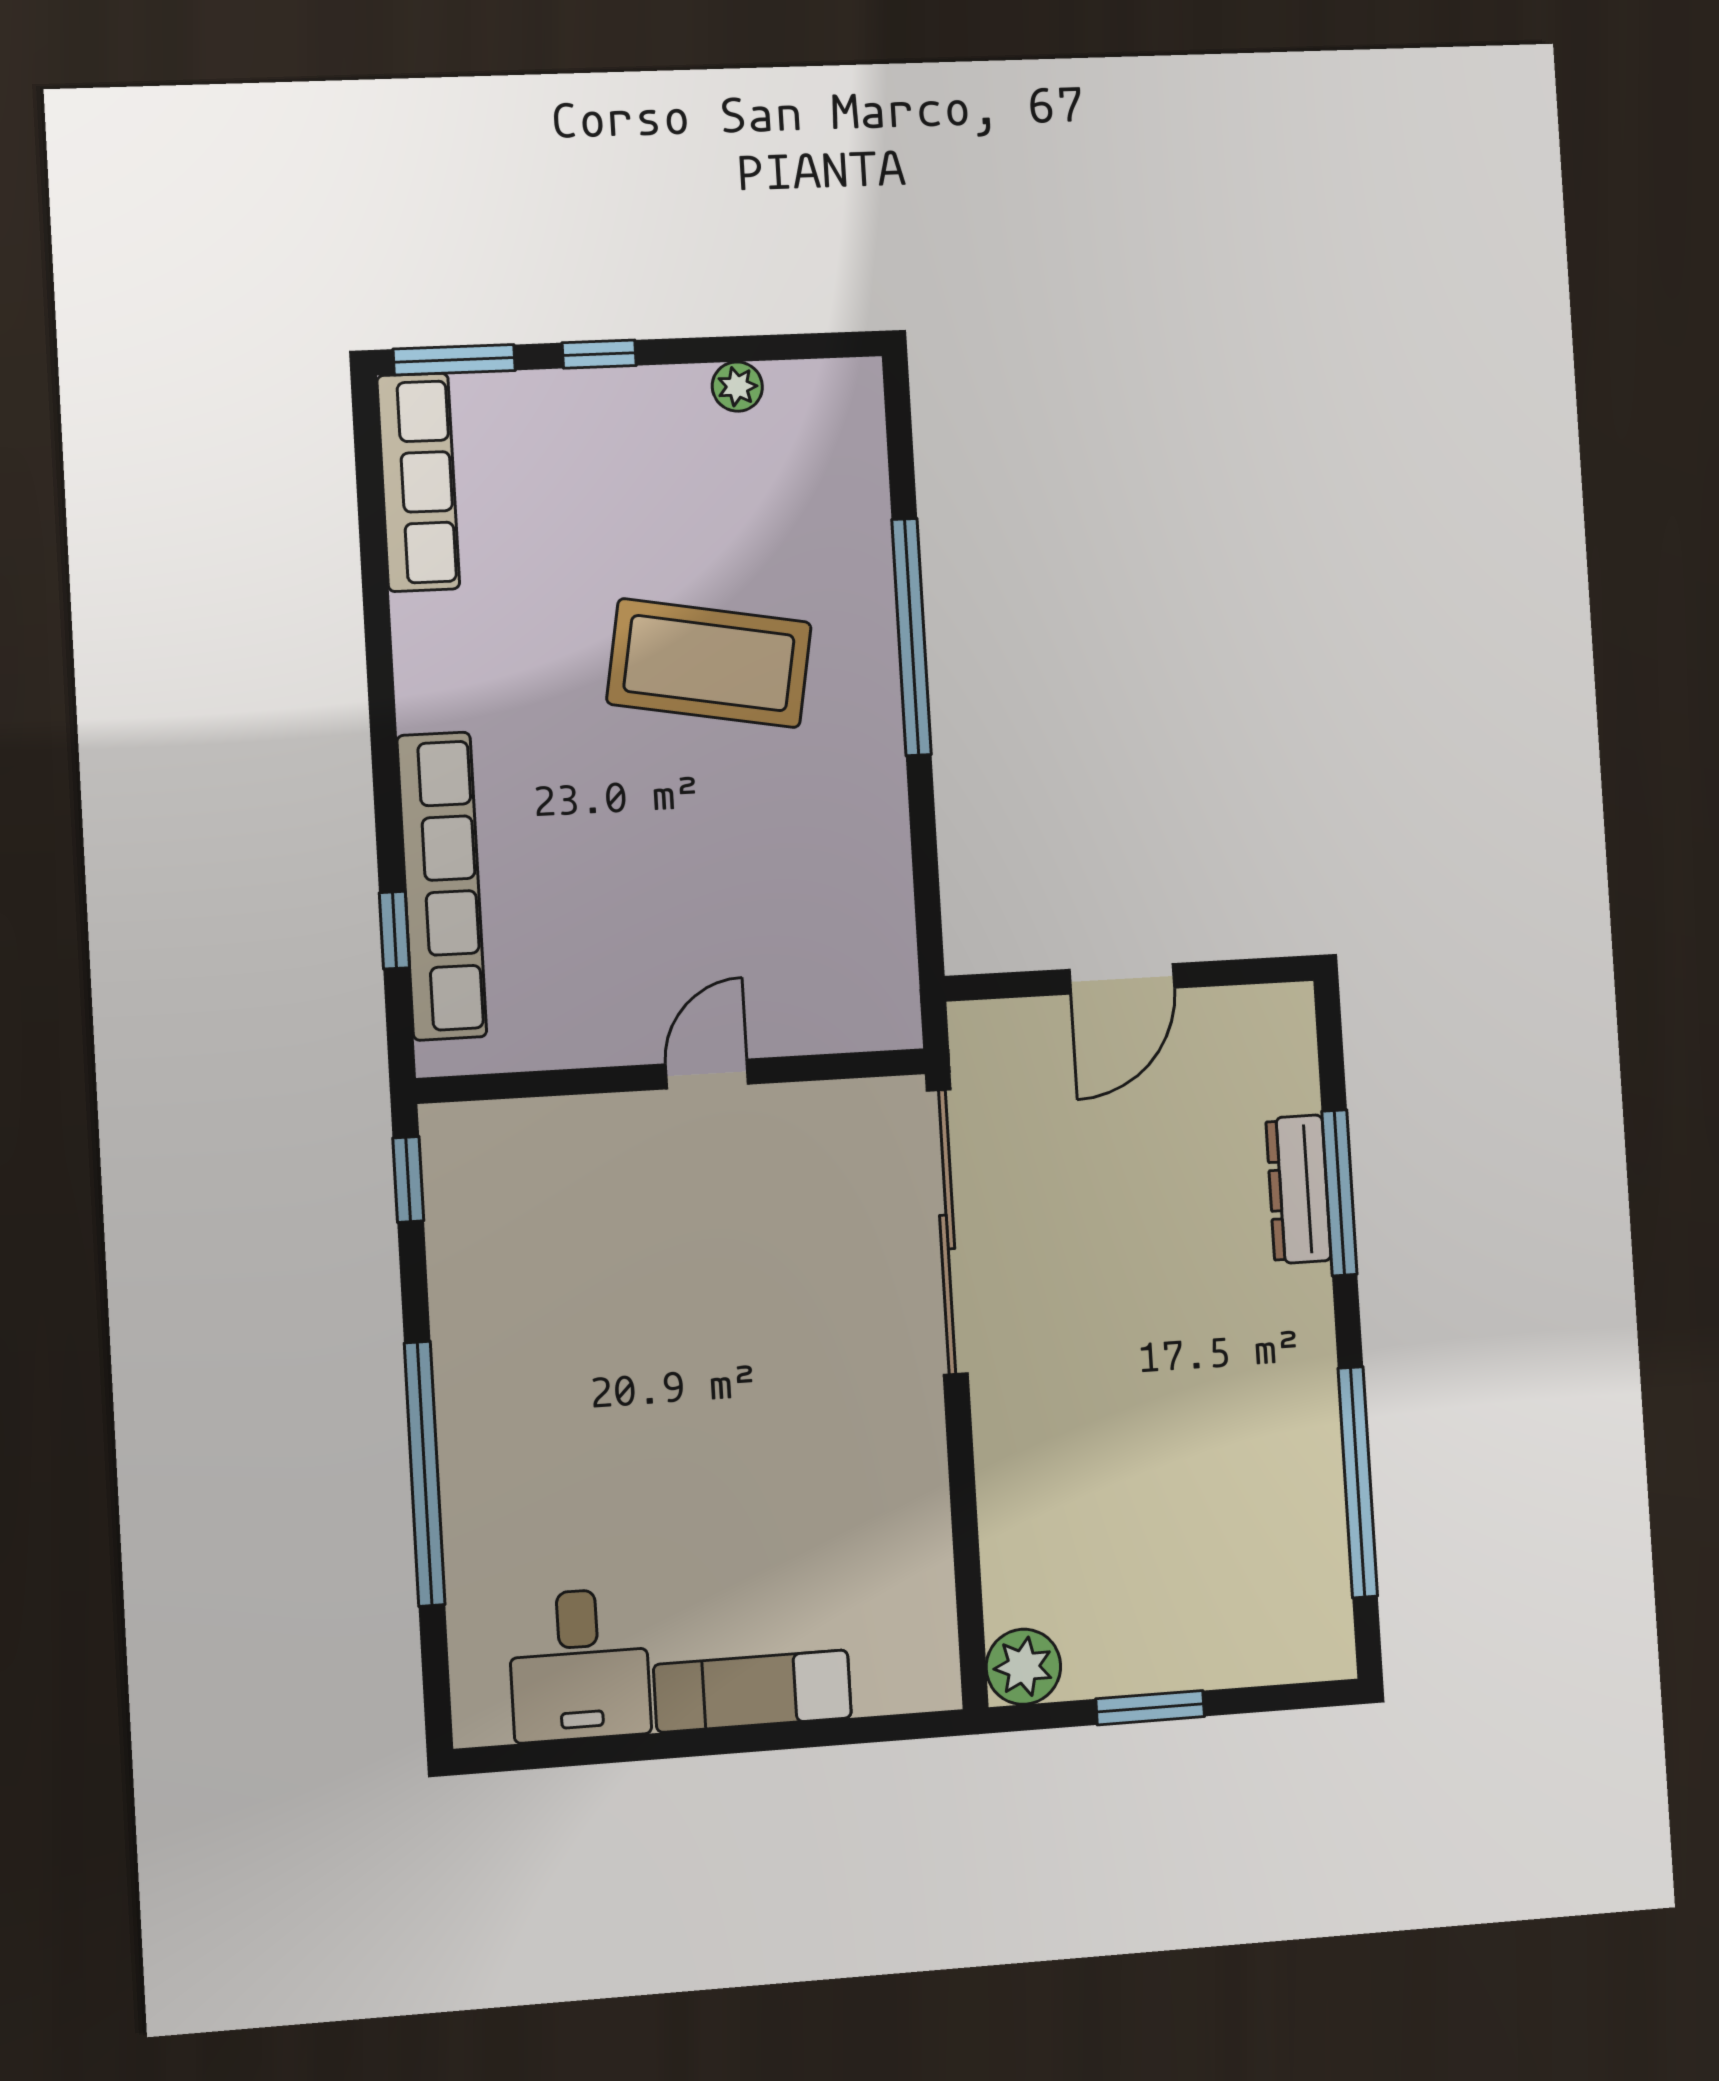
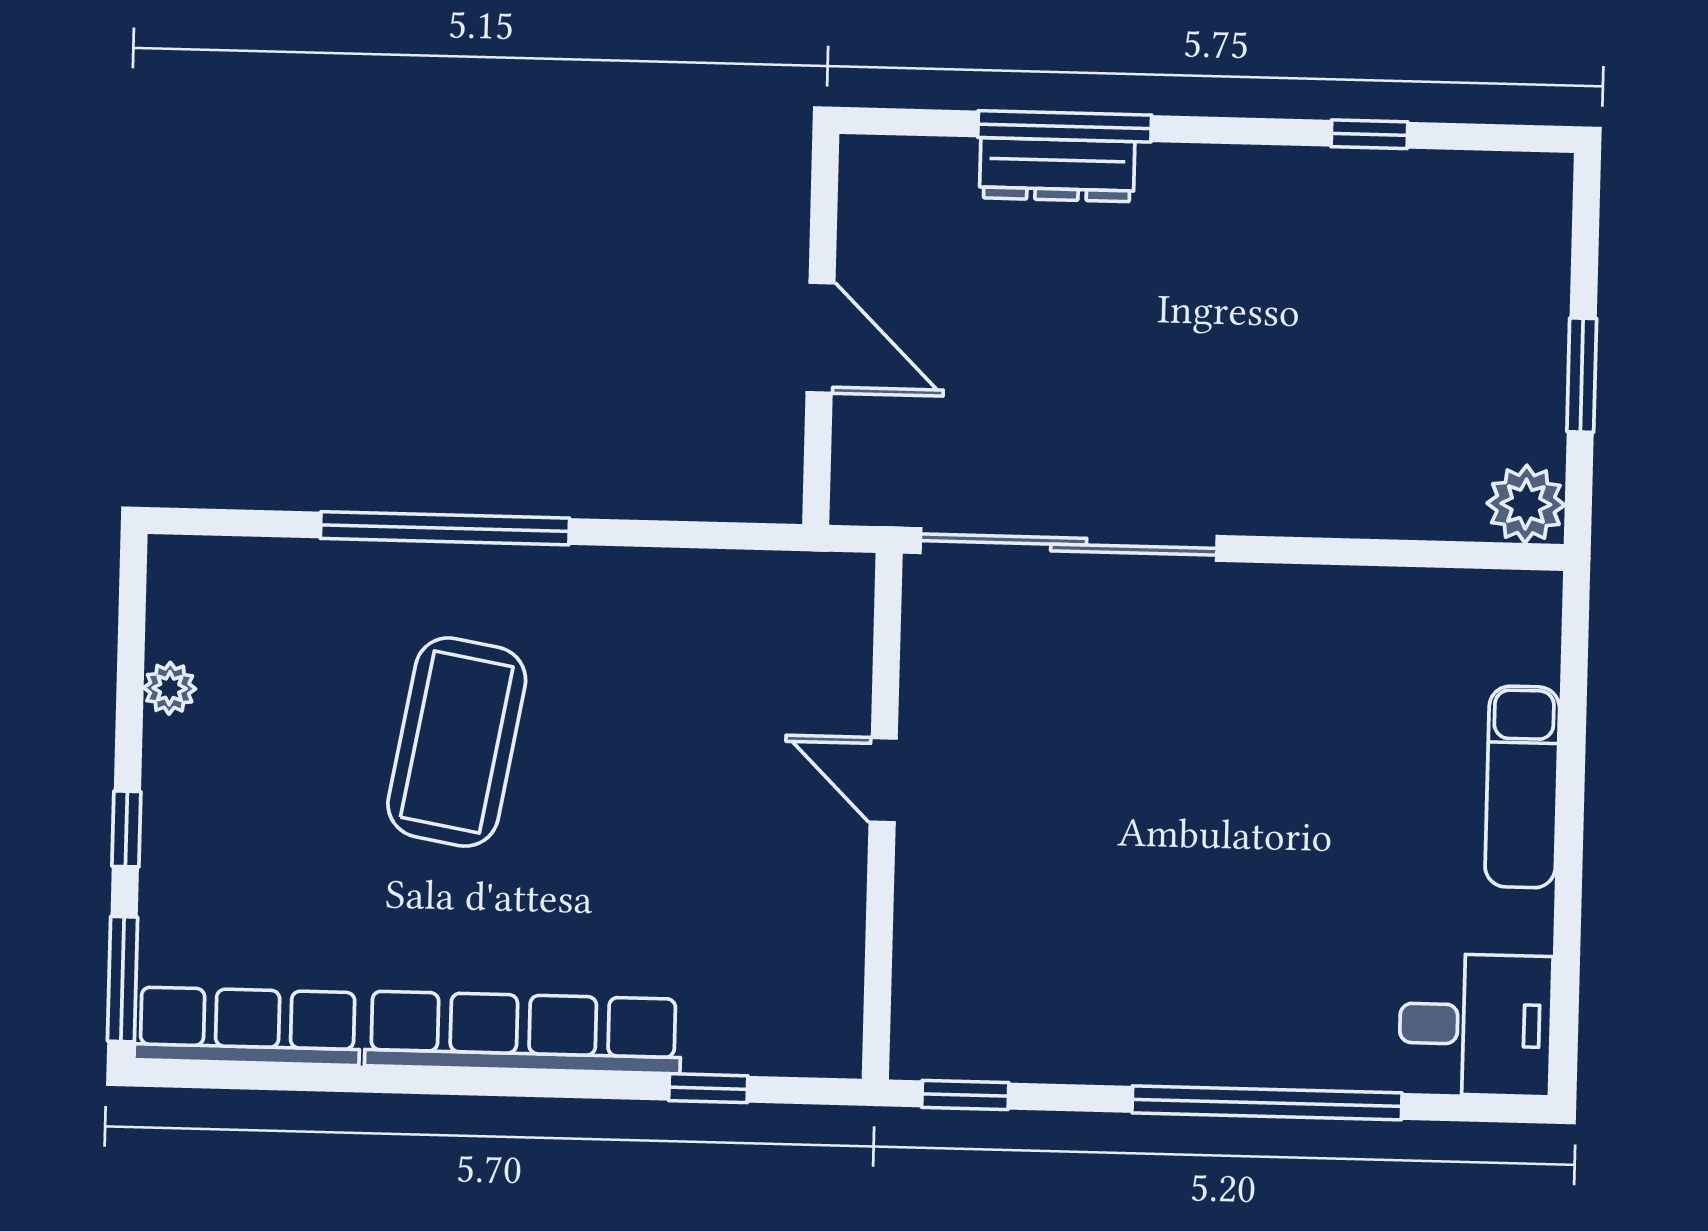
row of seats: (442, 886) -> (523, 1032), moved
window: (1358, 1482) -> (1369, 134), width x0.32
desk: (579, 1665) -> (1476, 1025), moved

